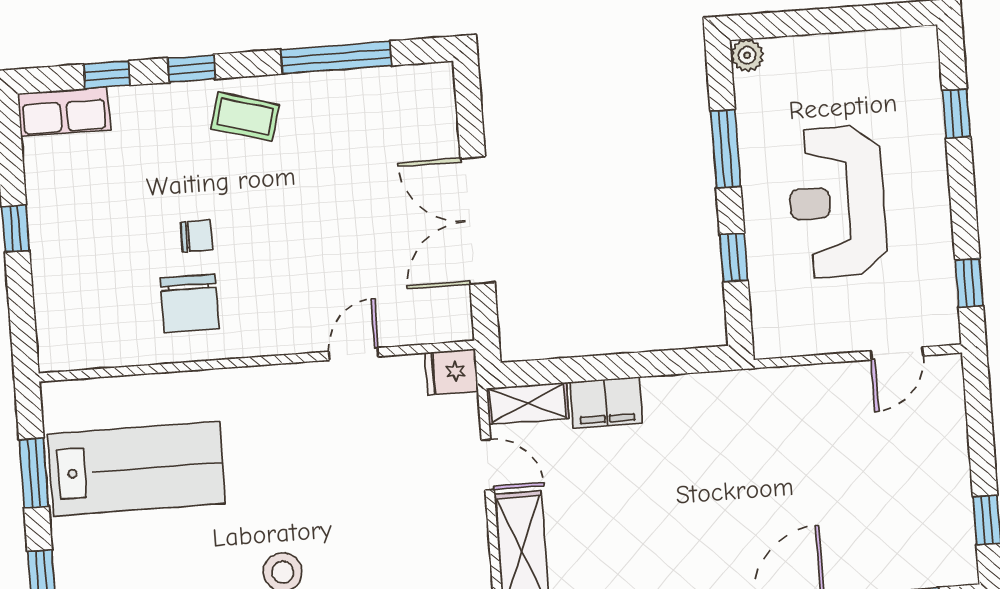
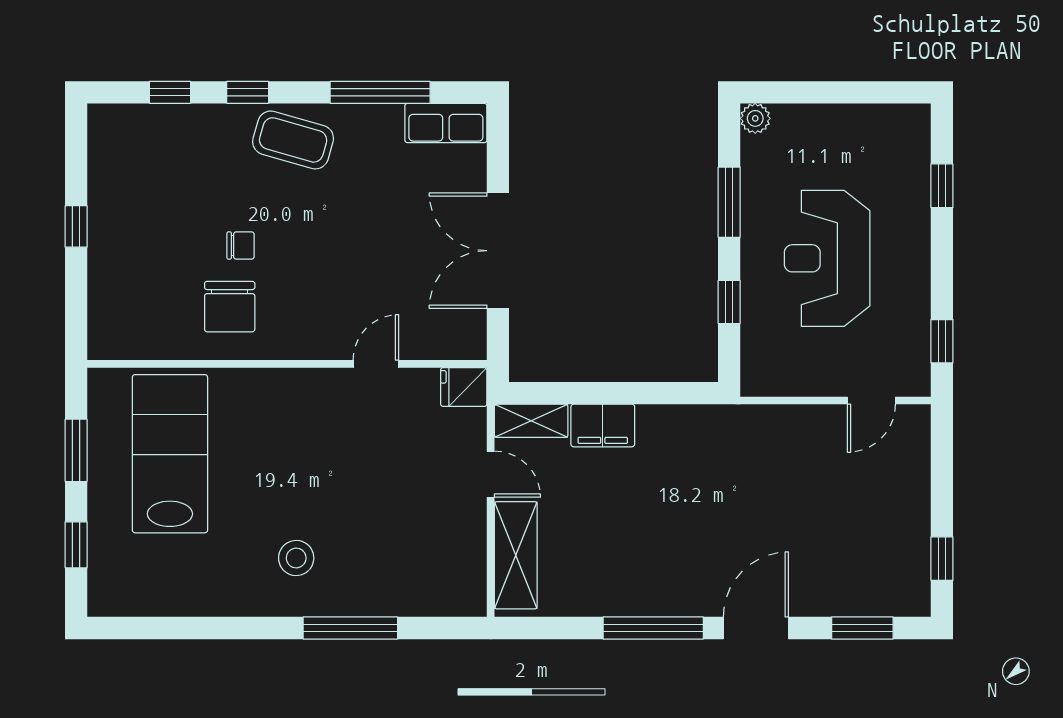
row of seats: (64, 112) -> (446, 123), moved
coffee table: (245, 117) -> (293, 140), width x1.36, depth x1.30
lab bench: (136, 469) -> (170, 454), turned -90

